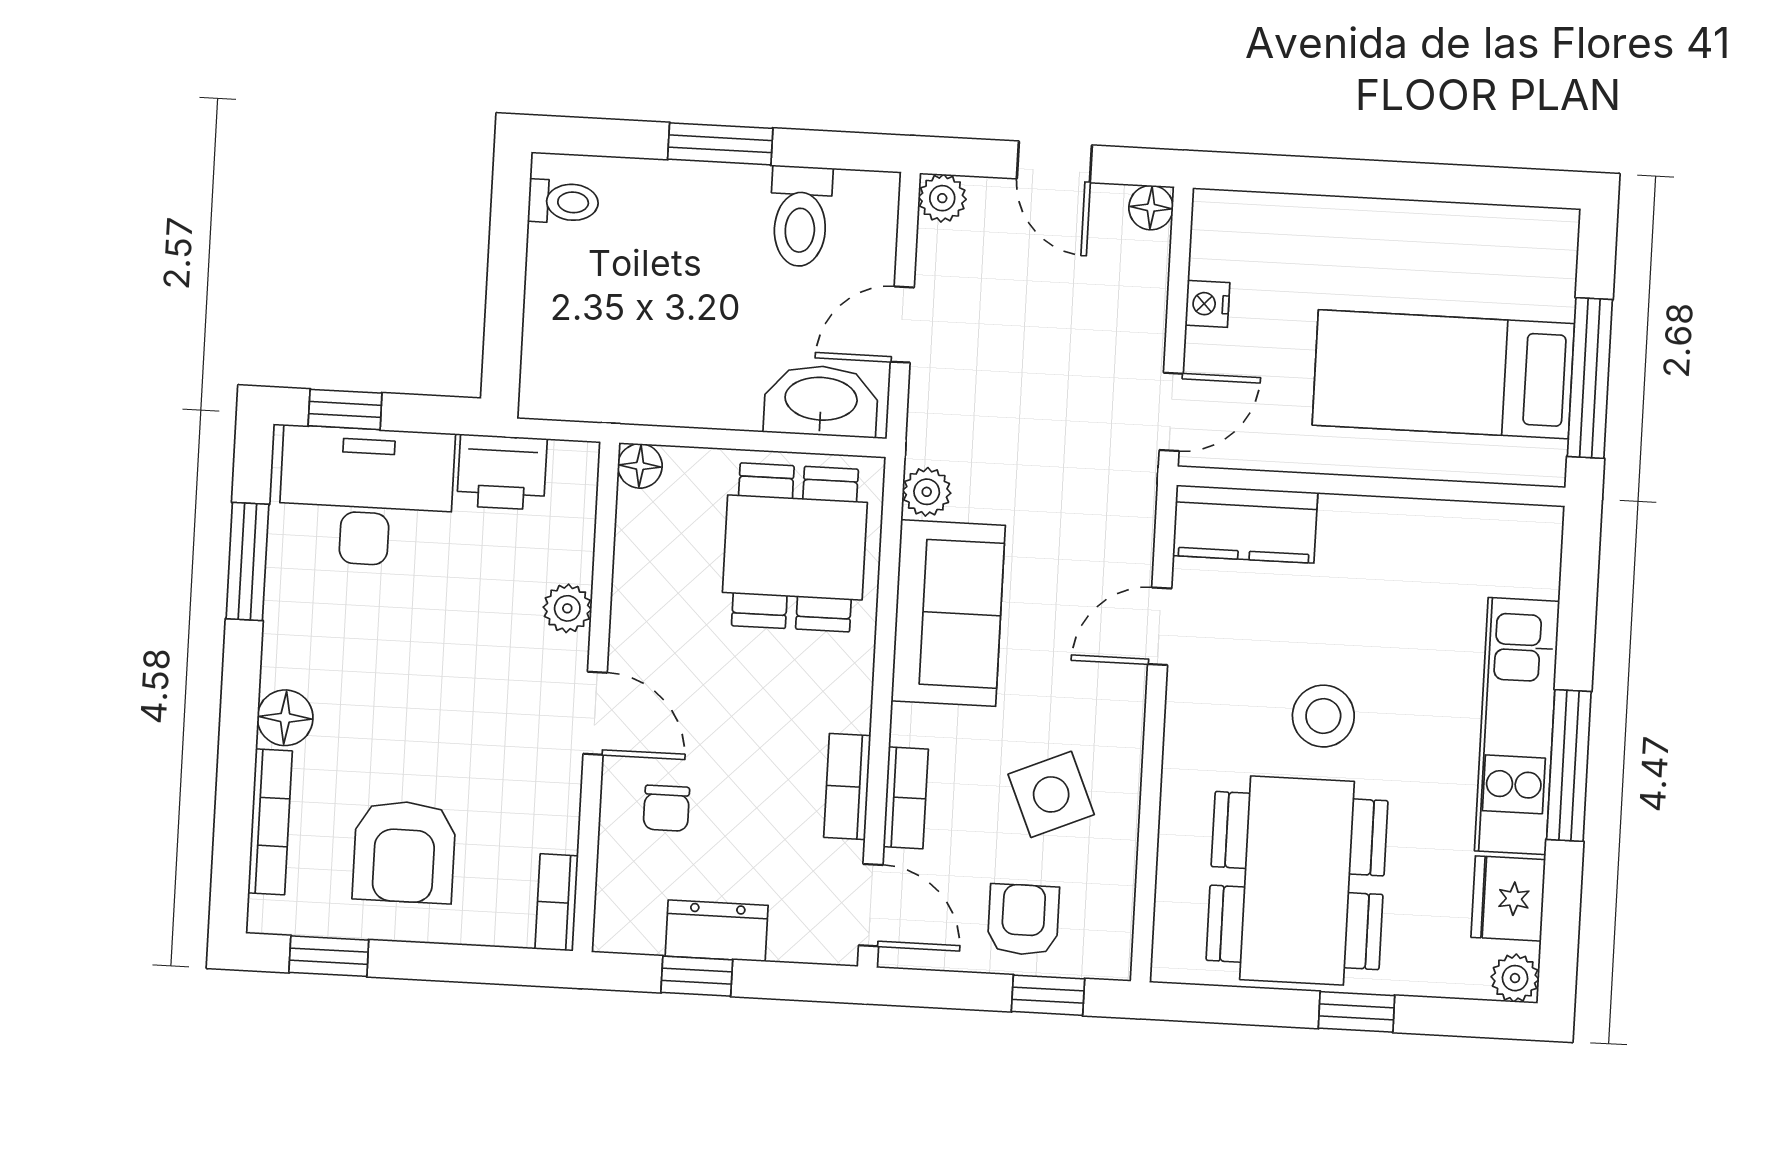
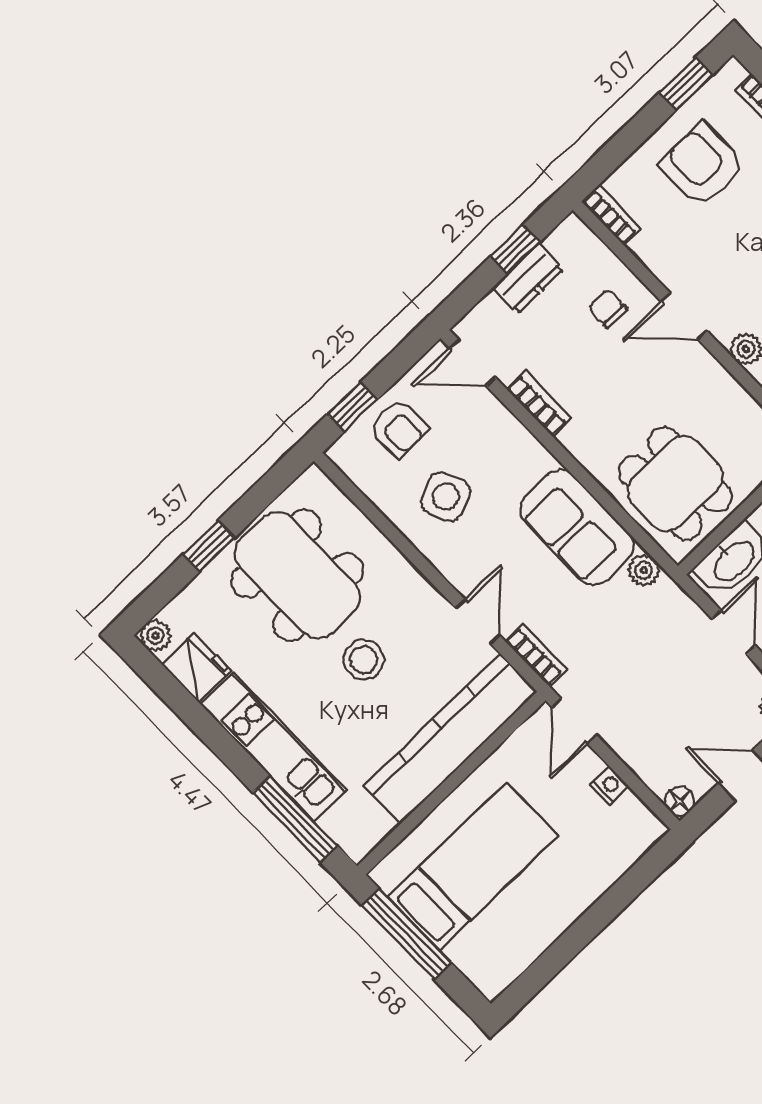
kitchen counter: (1245, 524) -> (451, 739), width x2.08, depth x1.17
window: (1569, 766) -> (295, 819), moved
bookcase: (906, 798) -> (536, 655), moved, turned 180

